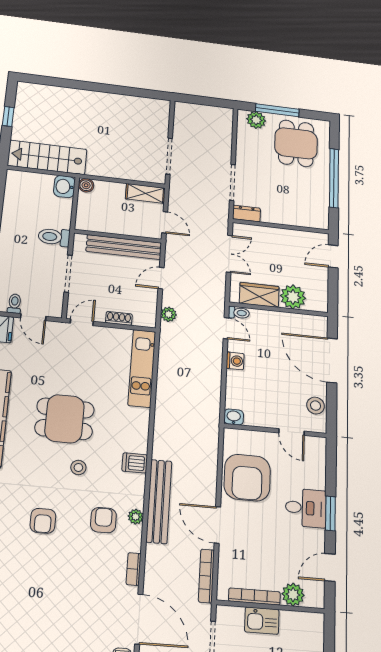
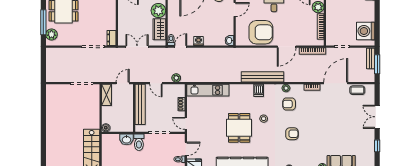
washbasin: (64, 187) -> (126, 139), moved
bench: (159, 501) -> (263, 77), moved
kitchen sink: (262, 621) -> (332, 22), removed

